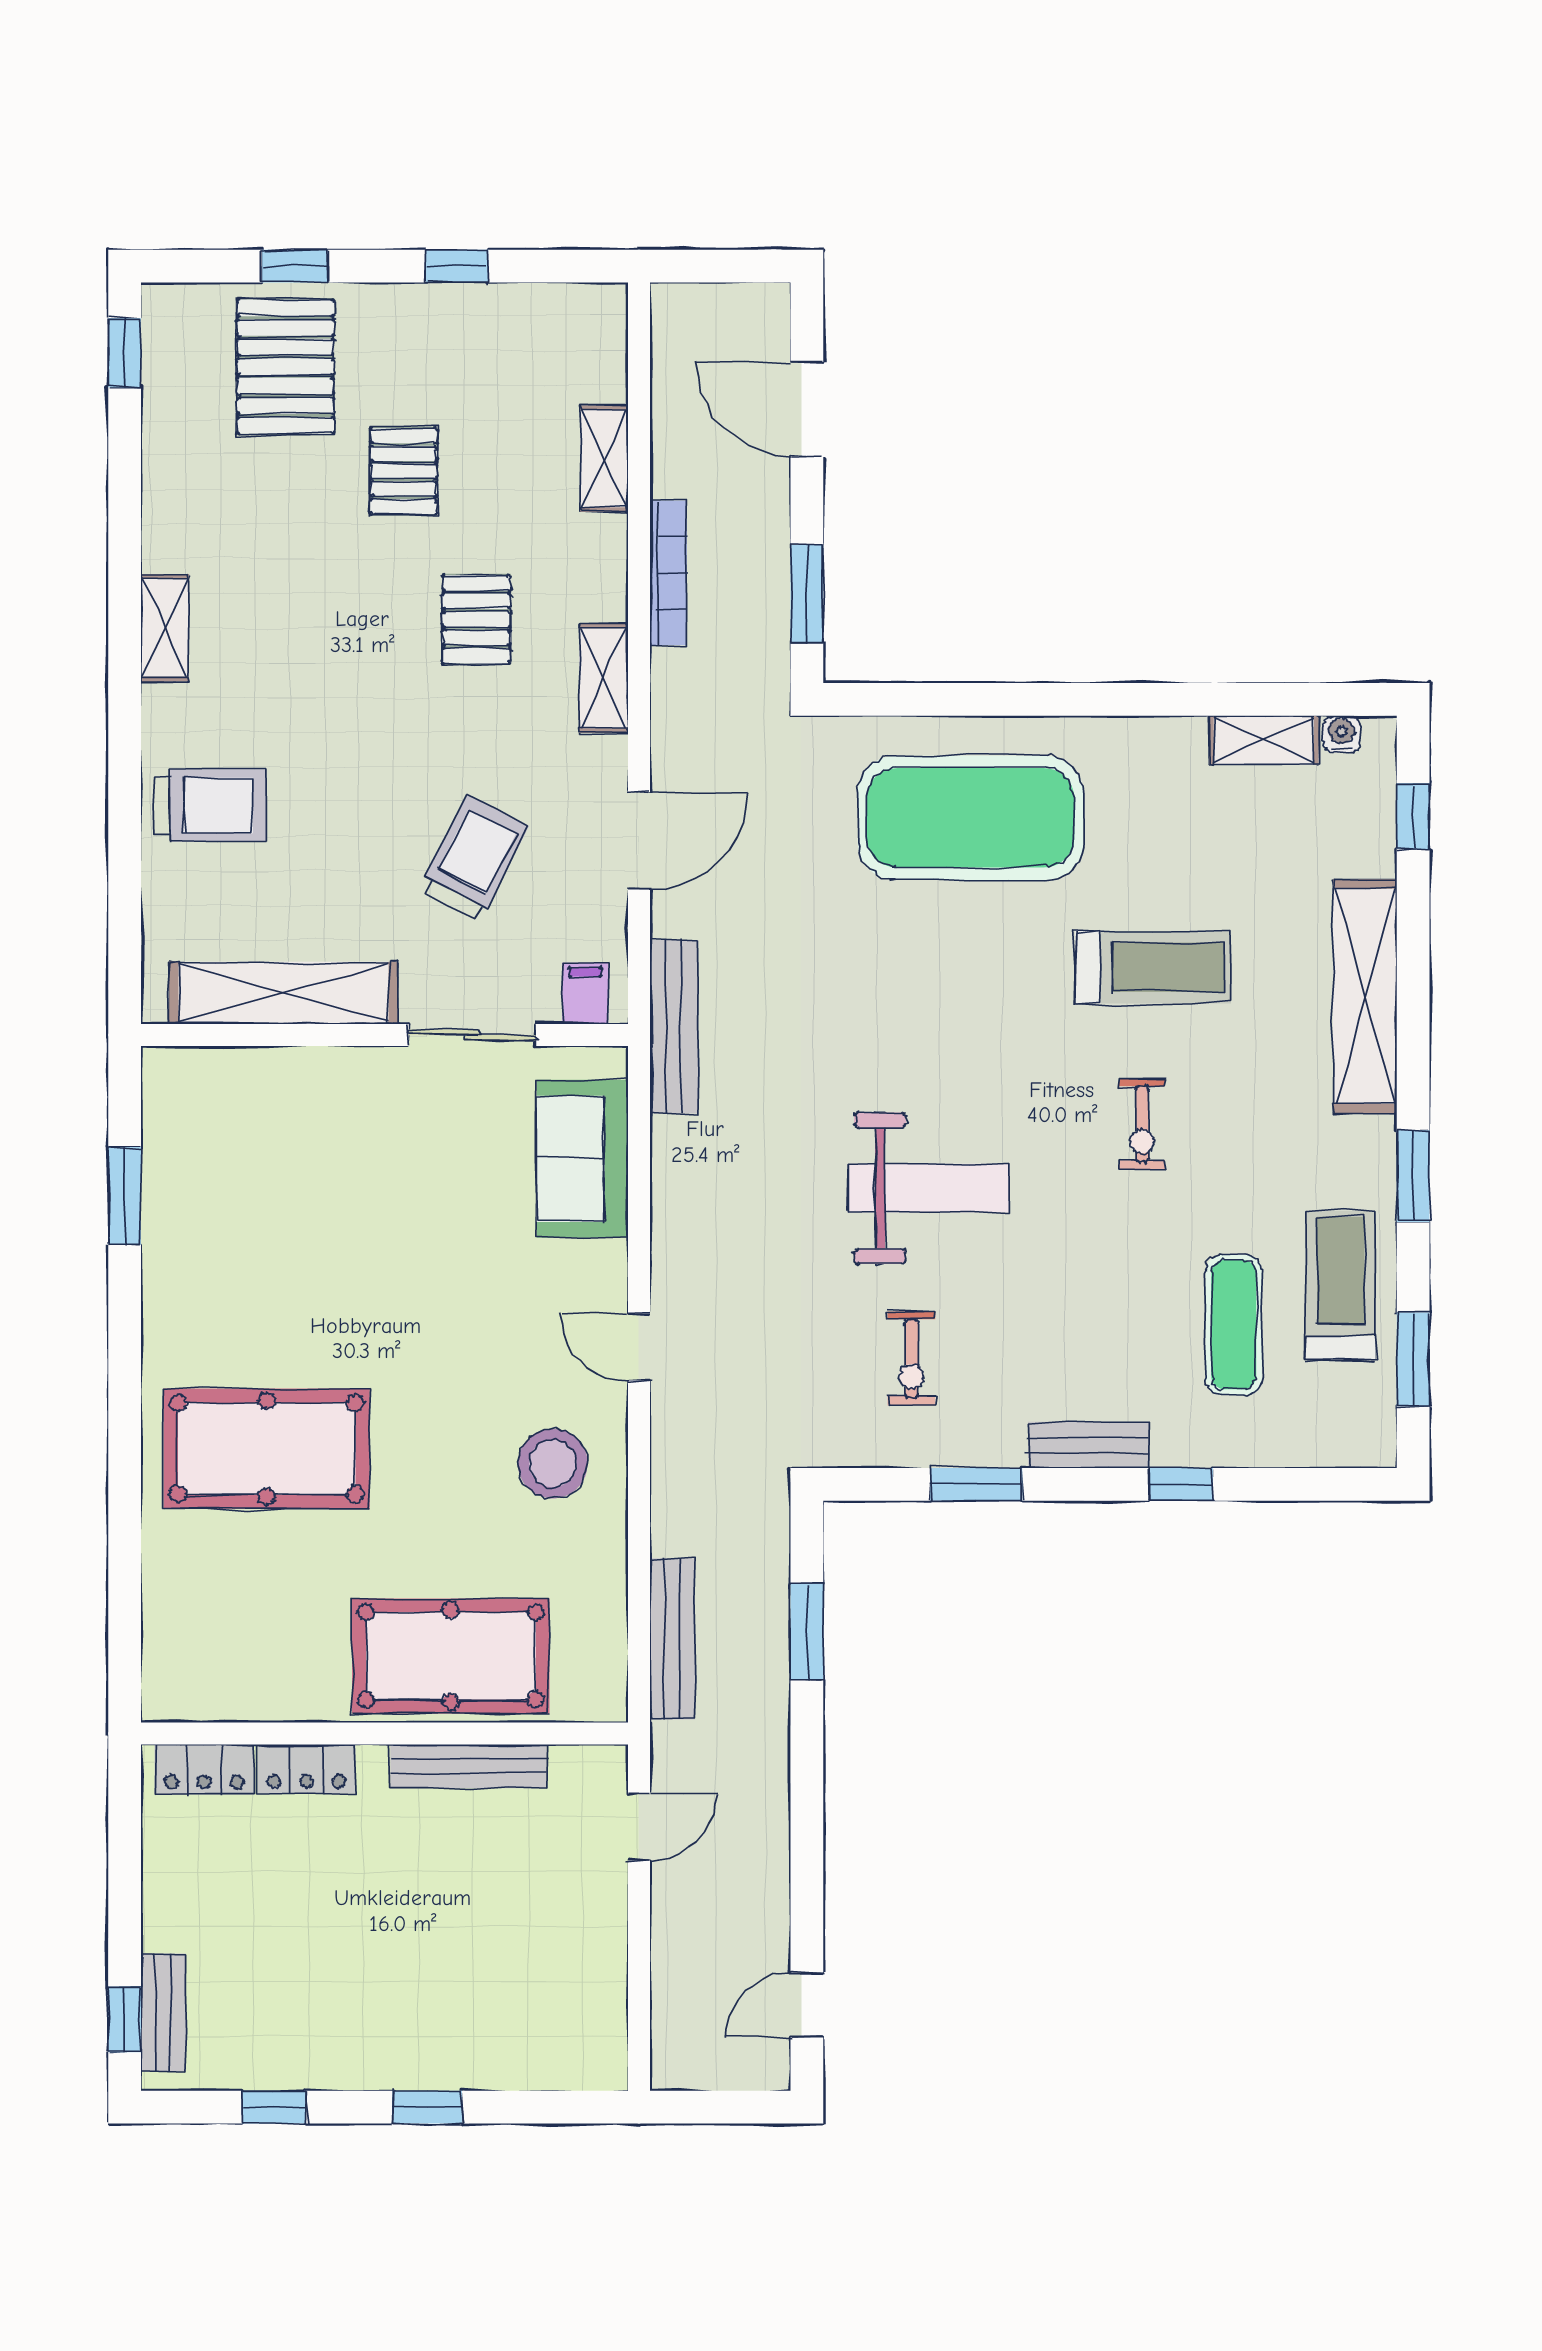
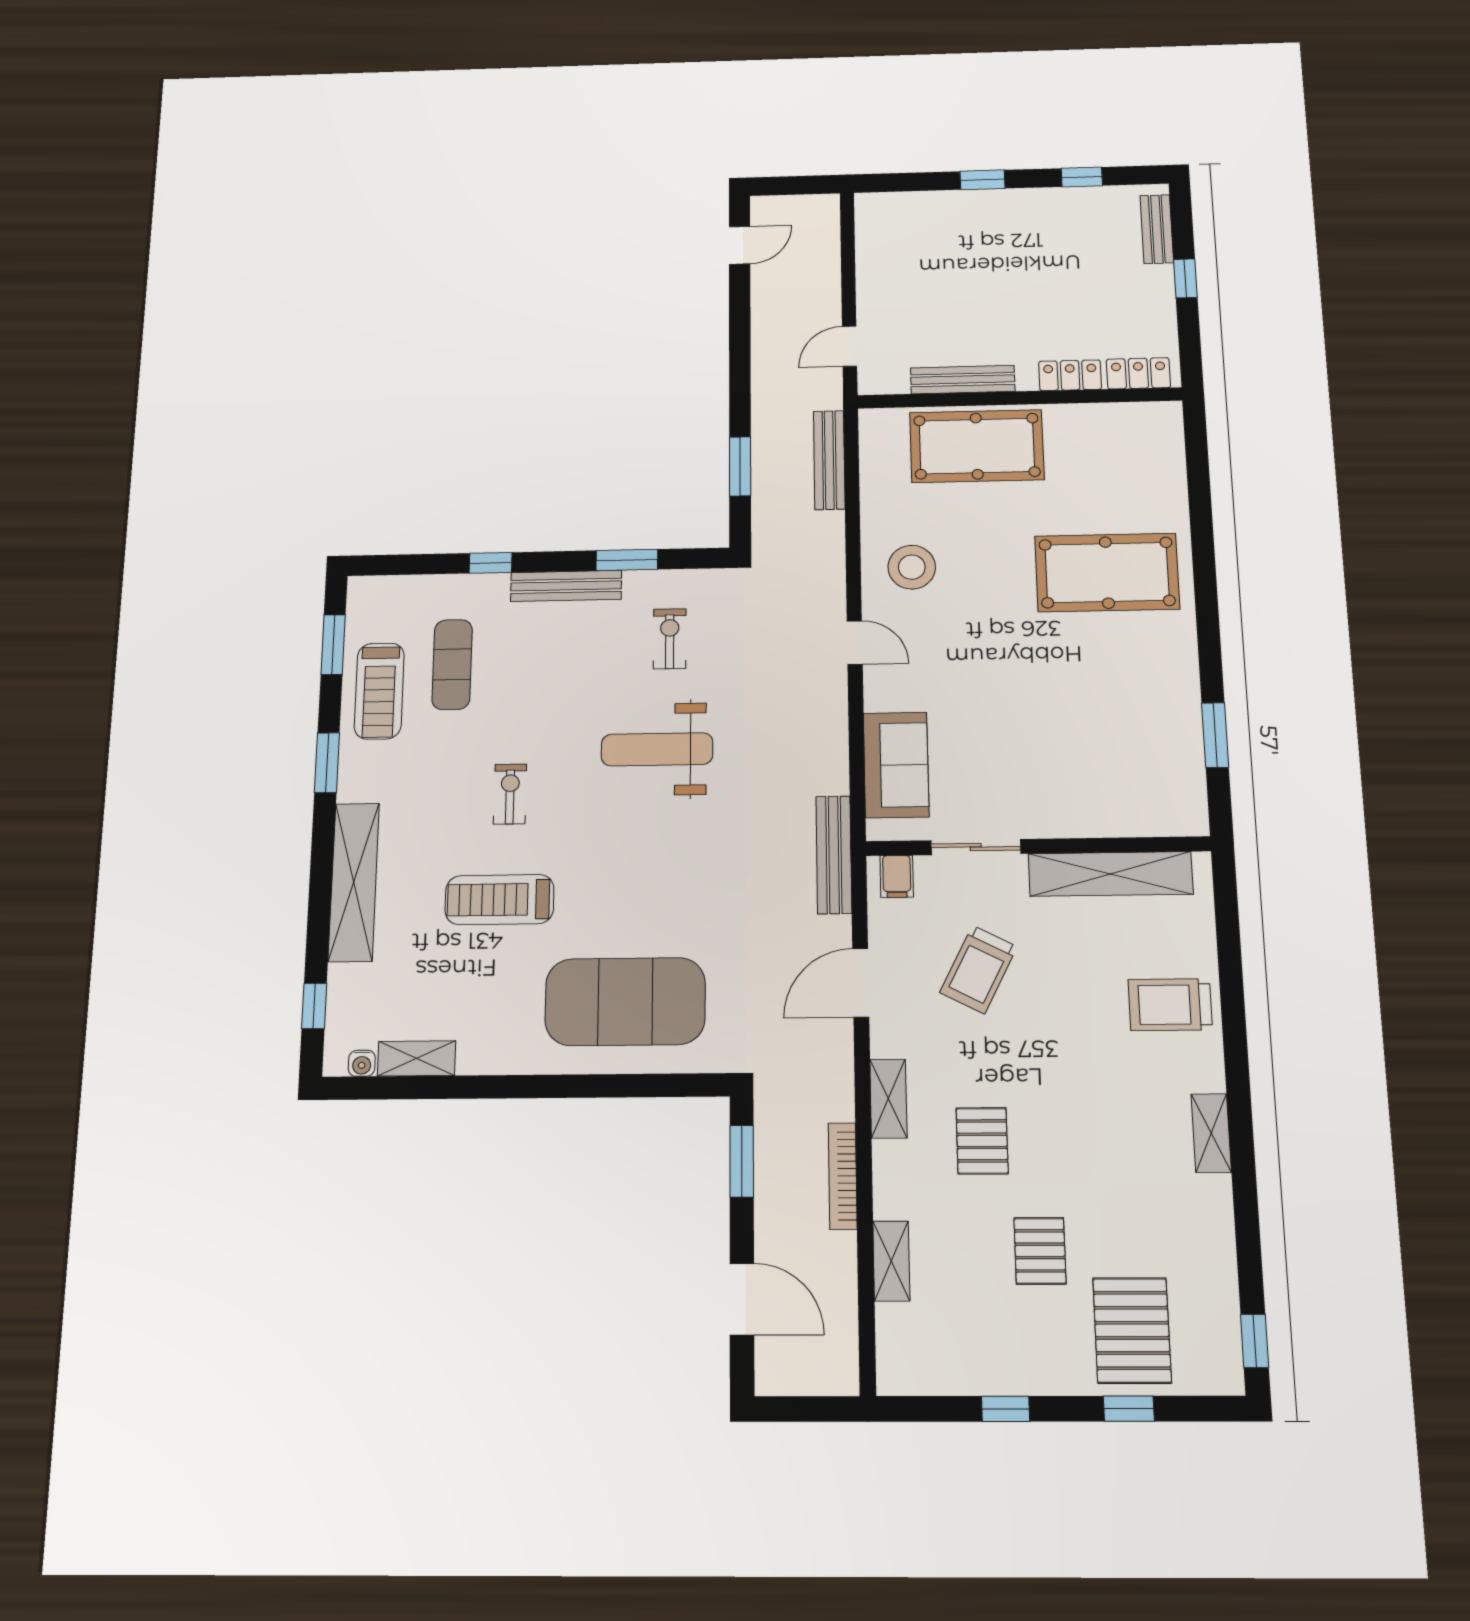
bench: (1089, 1445) -> (566, 586), width x1.36
window: (125, 2020) -> (1185, 278), moved

